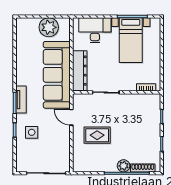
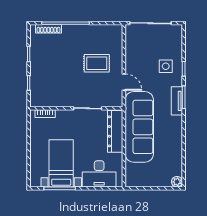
plant: (49, 27) -> (177, 182), moved, width x0.53, depth x0.53
plant: (124, 166) -> (69, 31), removed

